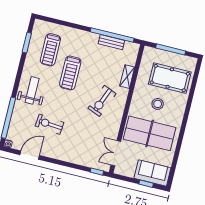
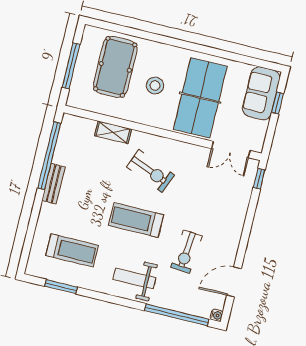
bench: (111, 42) -> (54, 184), moved
treadmill: (70, 73) -> (136, 220), moved, turned 180
door: (30, 155) -> (234, 282), hinge flipped

